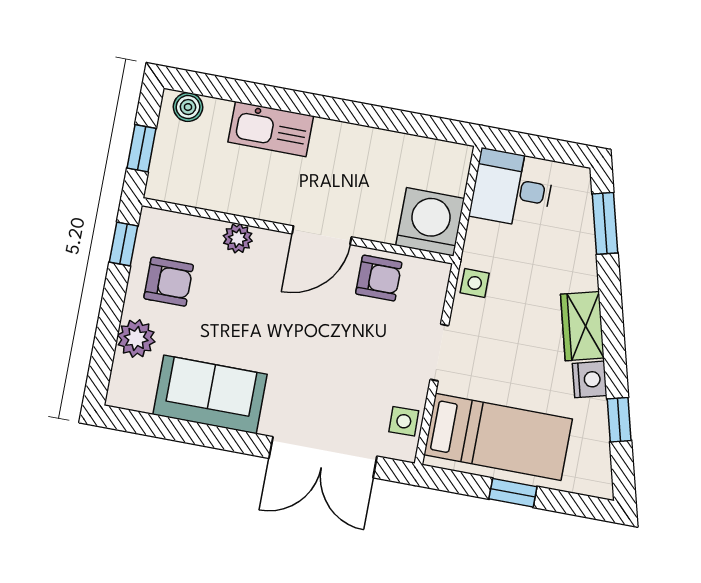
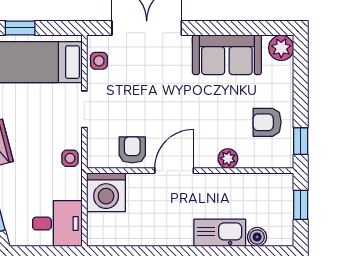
boiler: (188, 107) -> (257, 237), moved
armchair: (379, 278) -> (132, 150), turned 90
plant: (136, 338) -> (281, 48), moved

